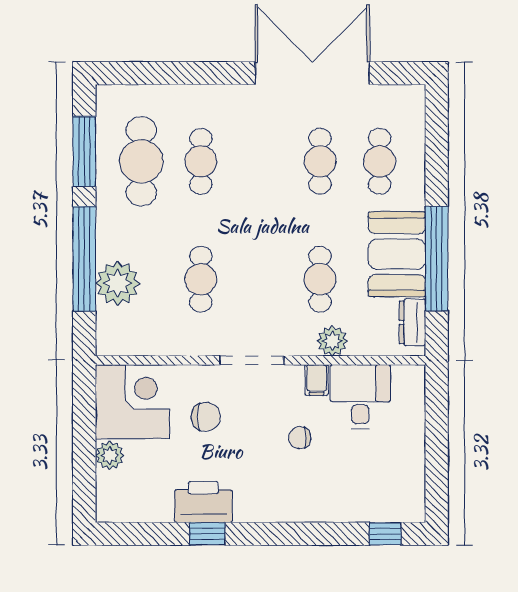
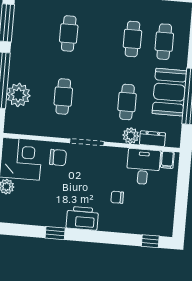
cafe table: (141, 161) -> (37, 31), removed
dresser: (412, 322) -> (152, 139), moved, turned 90
filing cabinet: (317, 380) -> (167, 160), moved
chair: (206, 417) -> (58, 158), moved
chair: (300, 438) -> (117, 197), moved
printer: (203, 502) -> (82, 218), moved

